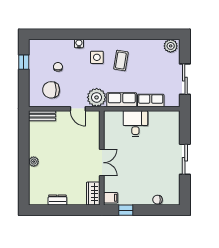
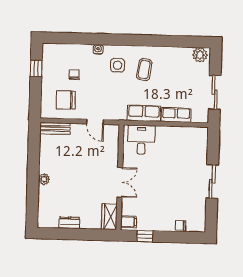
plant: (97, 97) -> (116, 110), removed
desk: (135, 124) -> (141, 140), moved

